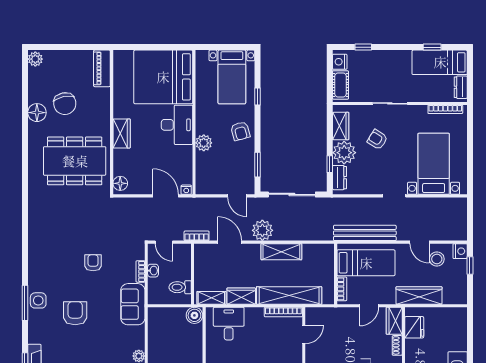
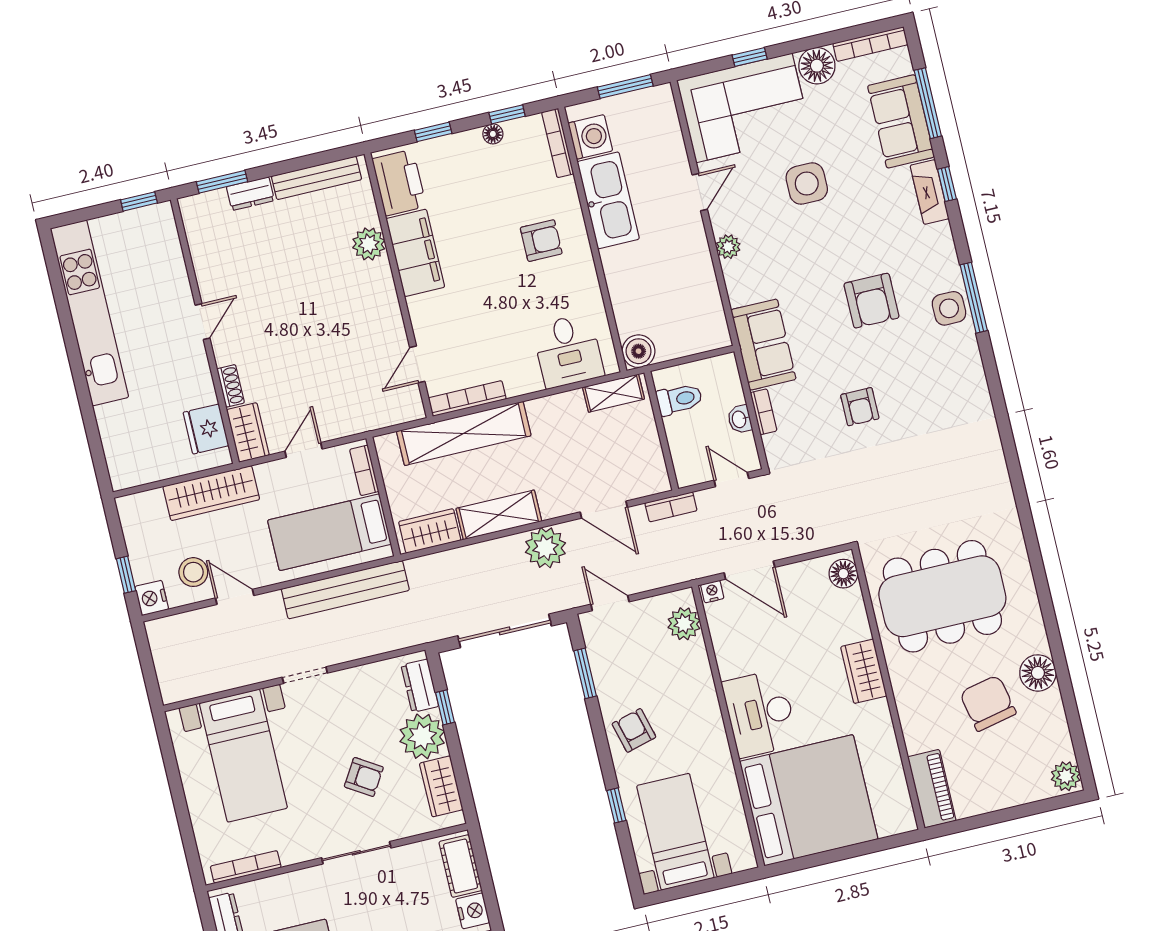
plant: (204, 143) -> (684, 624), moved
wardrobe: (241, 296) -> (430, 531), moved, turned 180

